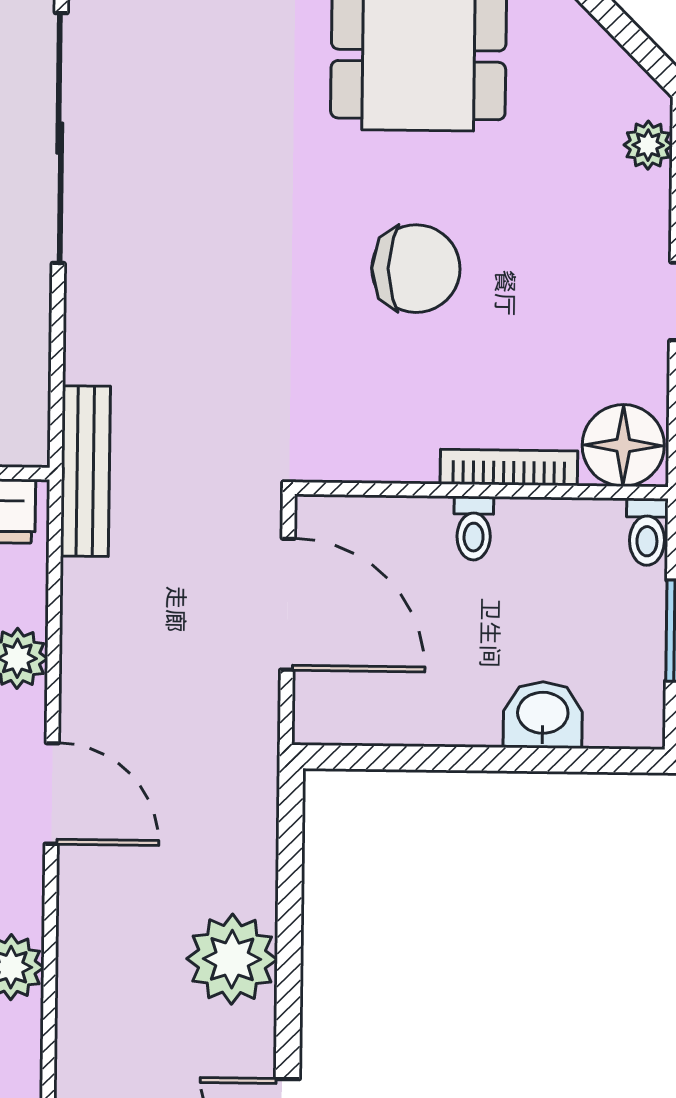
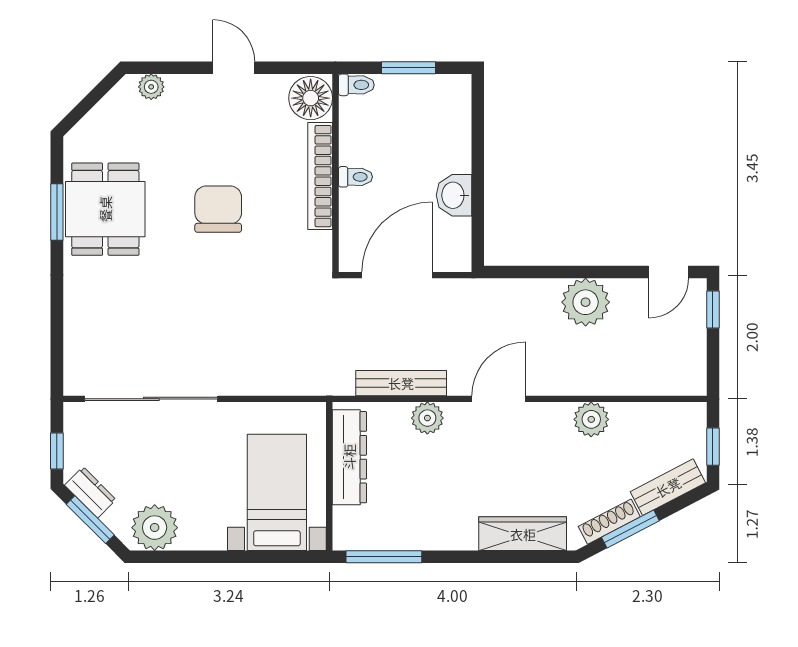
bookcase: (509, 467) -> (320, 176), width x1.48, depth x1.31
bench: (85, 471) -> (401, 383), moved
washbasin: (543, 715) -> (454, 195), moved

